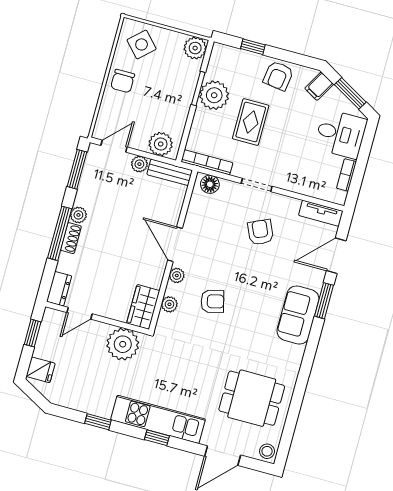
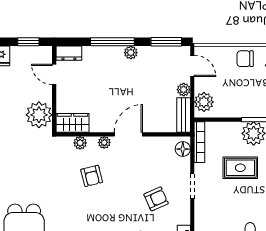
shoe rack: (71, 238) -> (111, 52), removed

